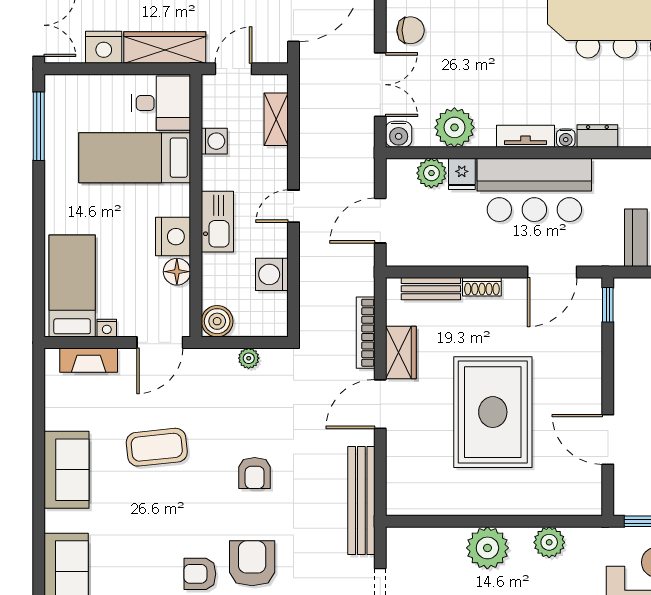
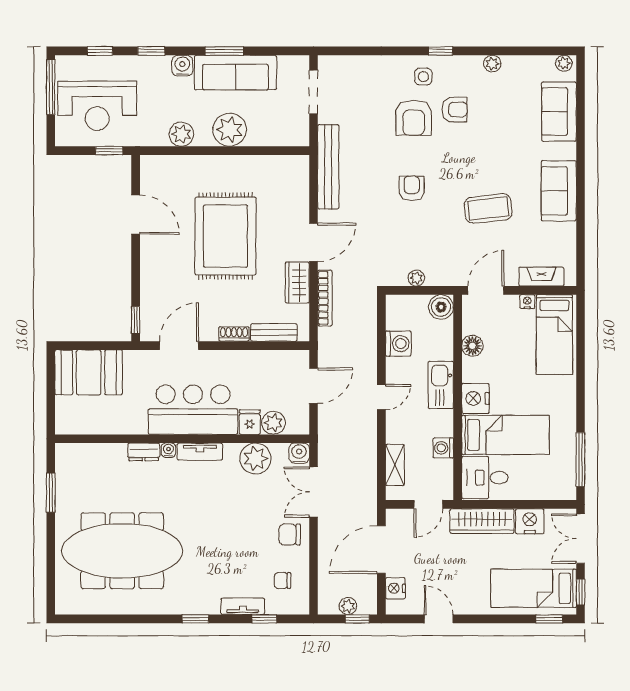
nightstand: (173, 237) -> (475, 398), moved

